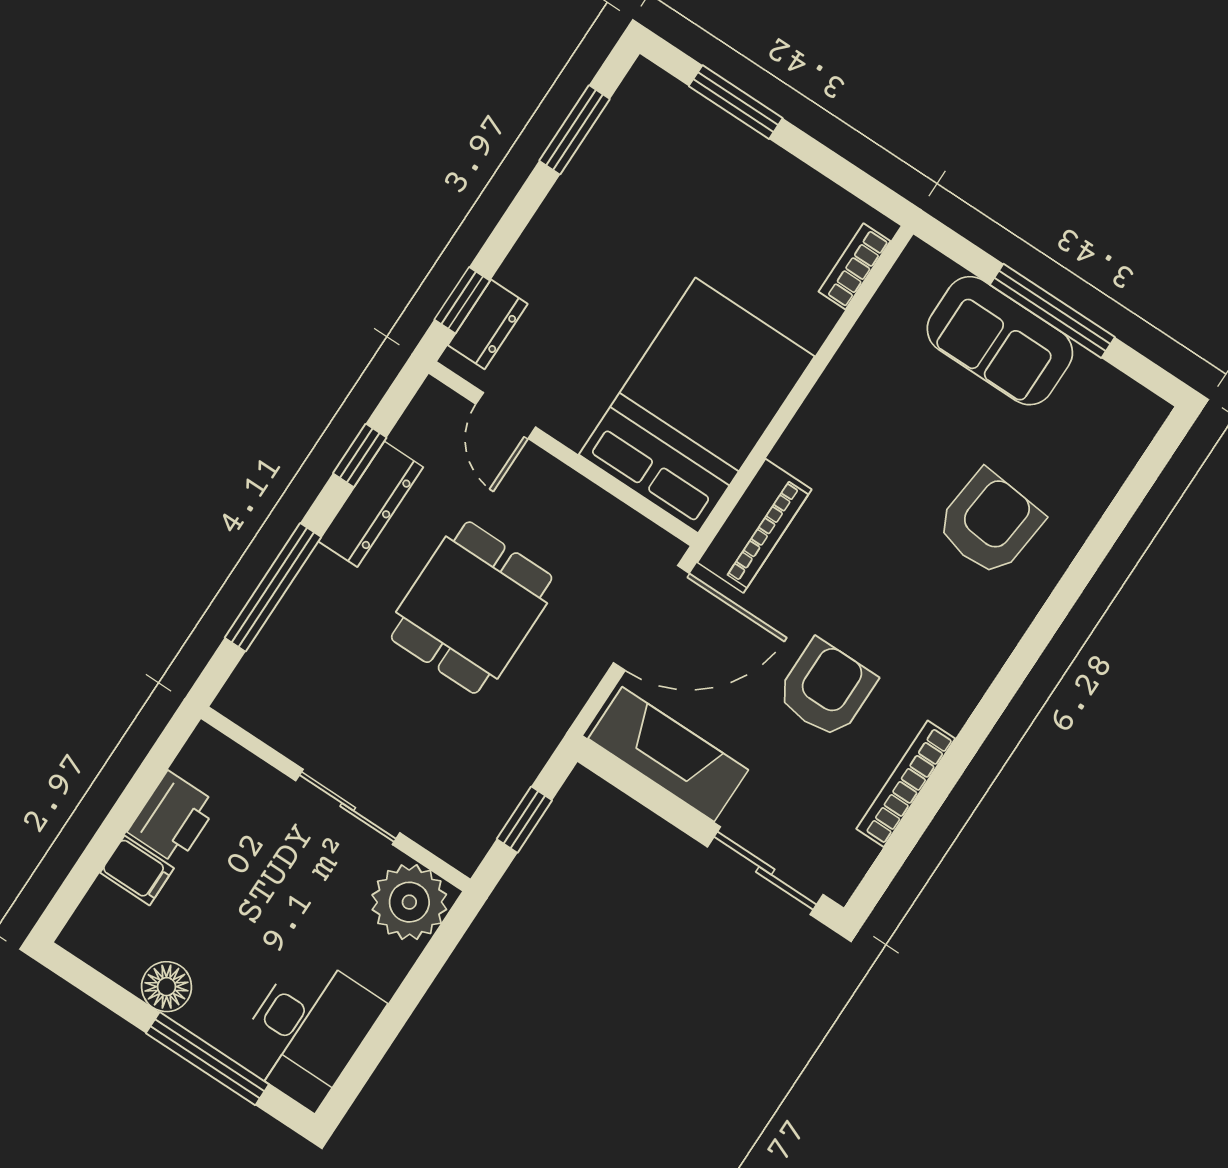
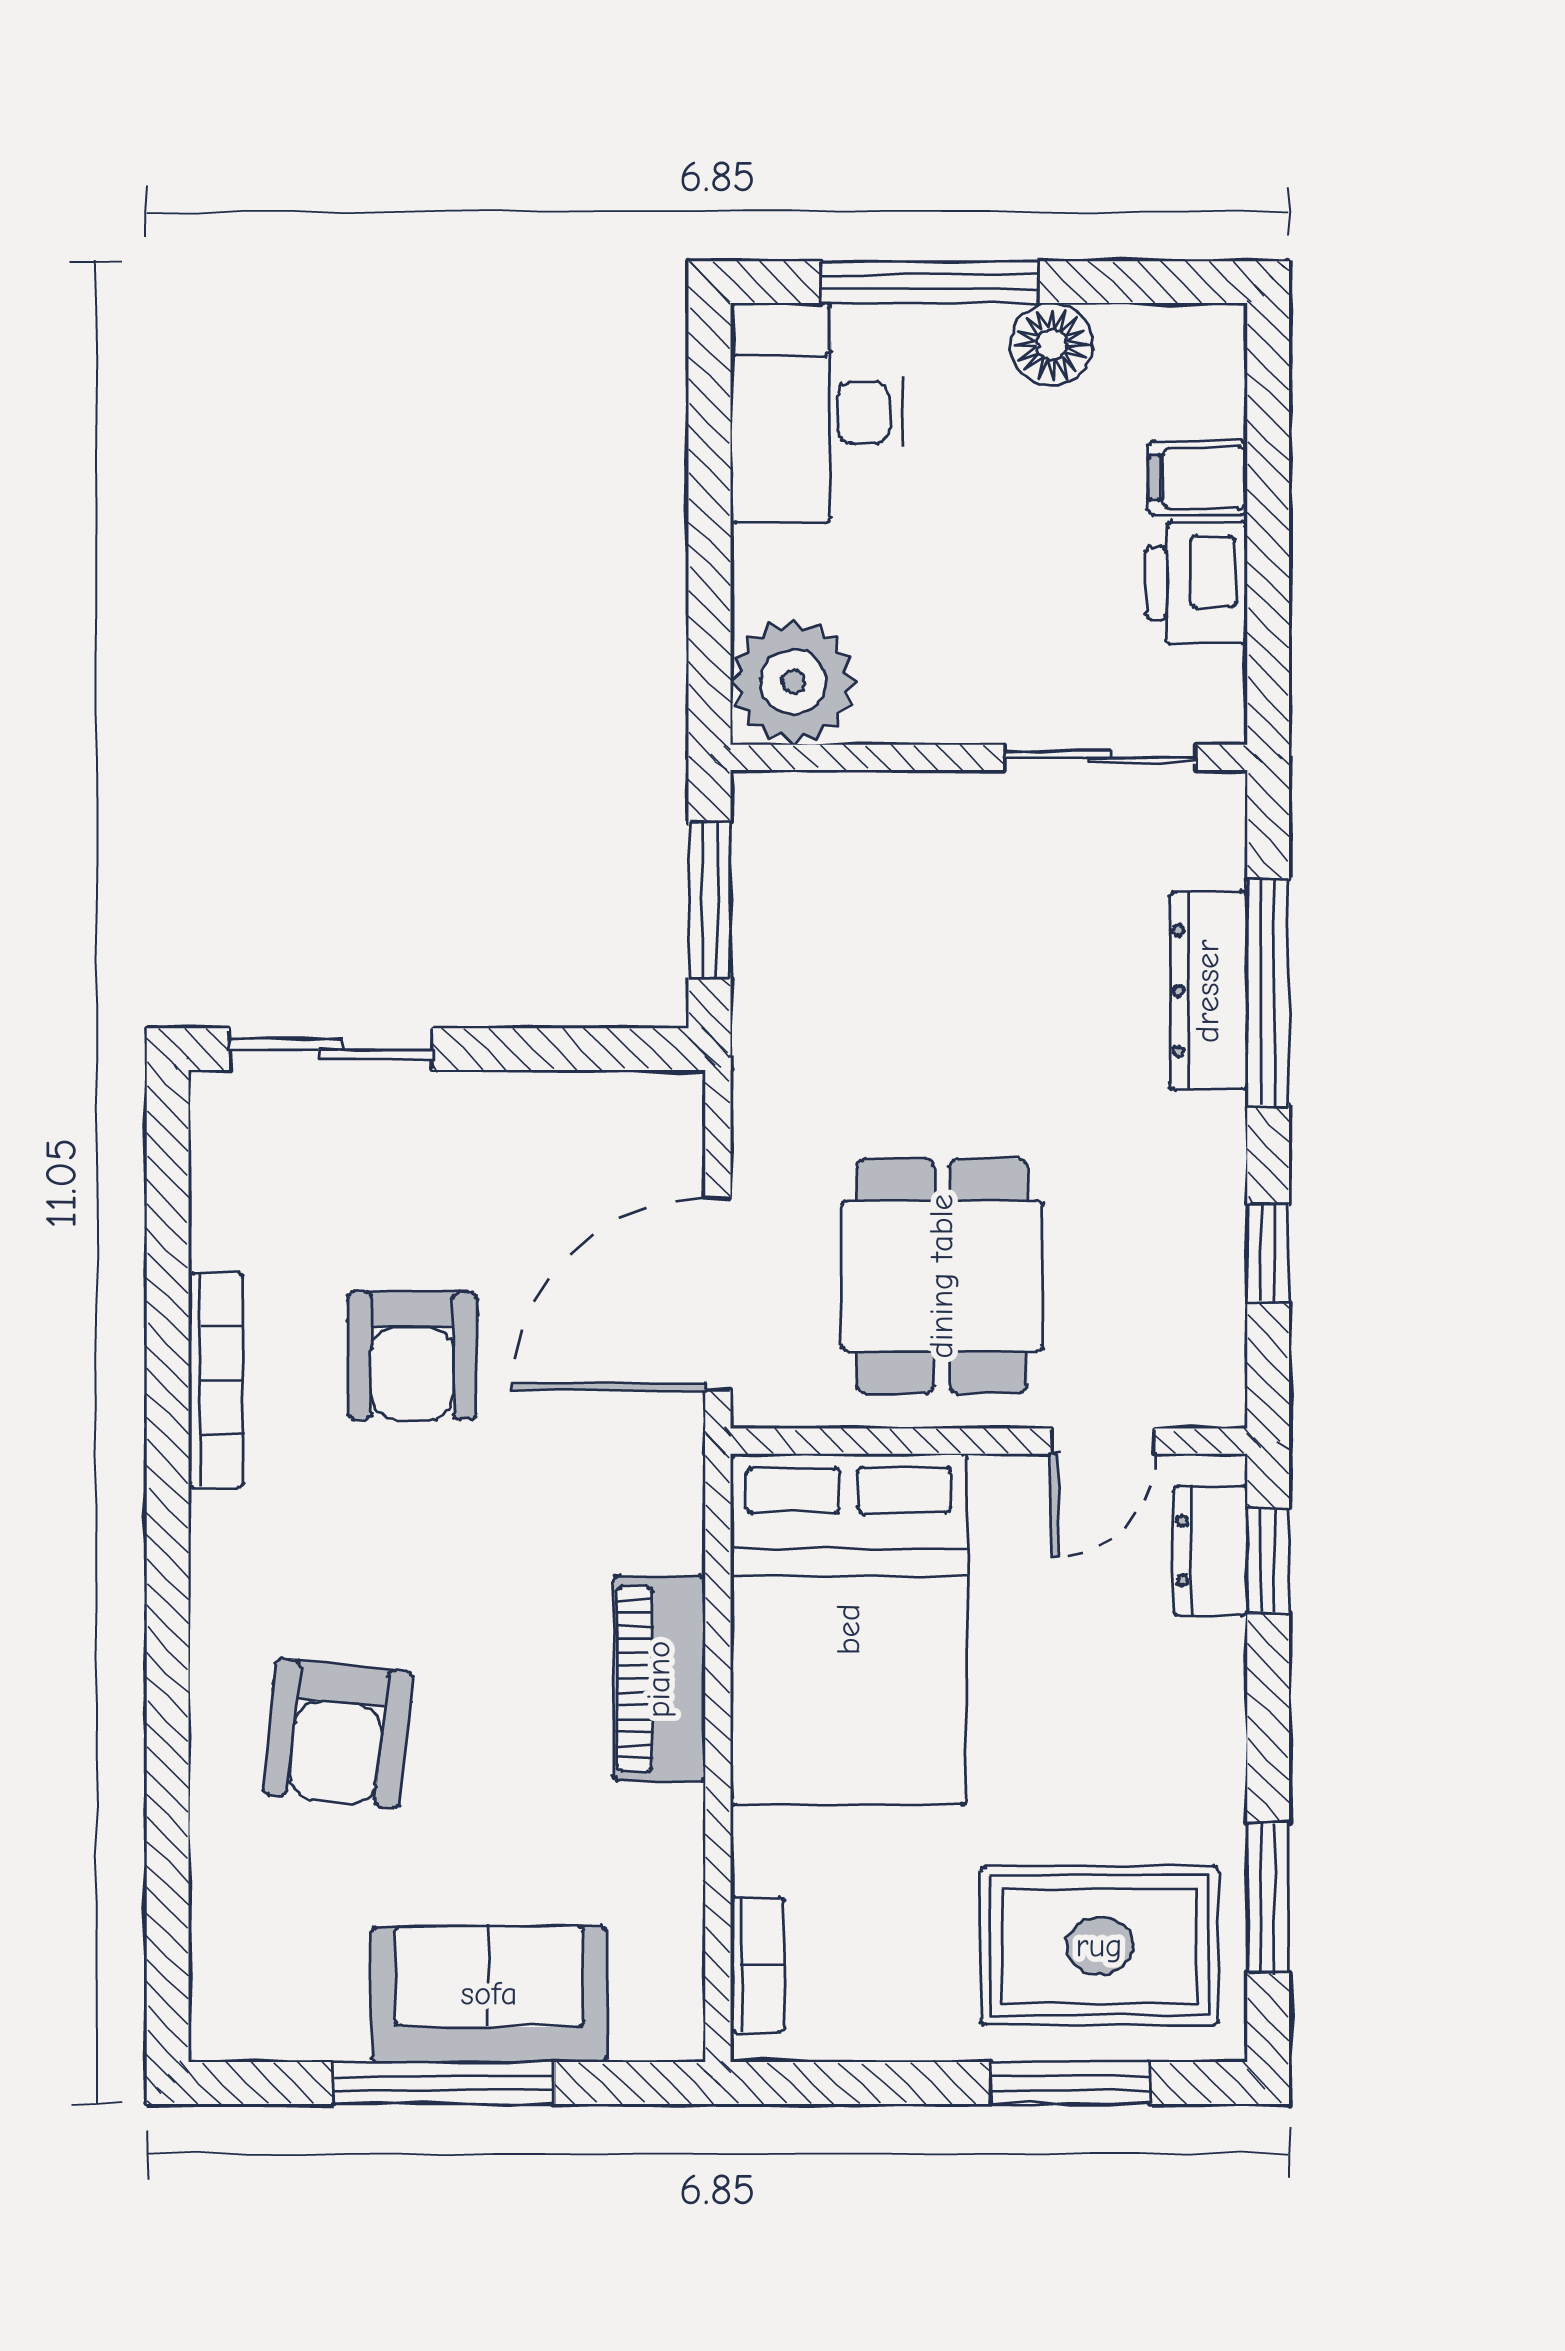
rug: (676, 162) -> (1099, 1946), added
door: (506, 416) -> (1103, 1441), swing flipped
dresser: (371, 504) -> (1208, 991), moved
piano: (754, 526) -> (659, 1679), moved
dining table: (472, 608) -> (942, 1276), moved
fireplace: (668, 754) -> (571, 1121), removed
bookcase: (906, 784) -> (216, 1380), moved
sliding door: (348, 807) -> (1100, 757), moved
window: (524, 820) -> (710, 900), width x1.50

